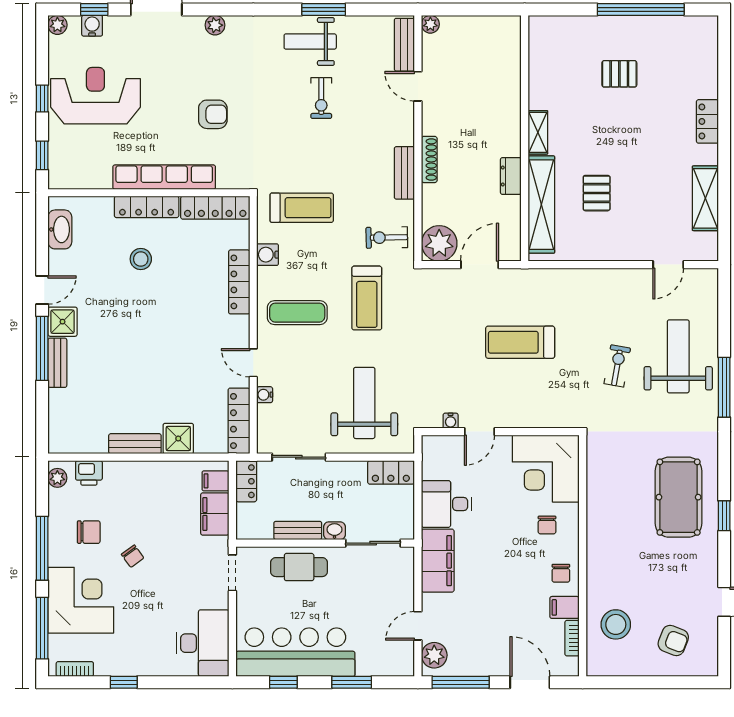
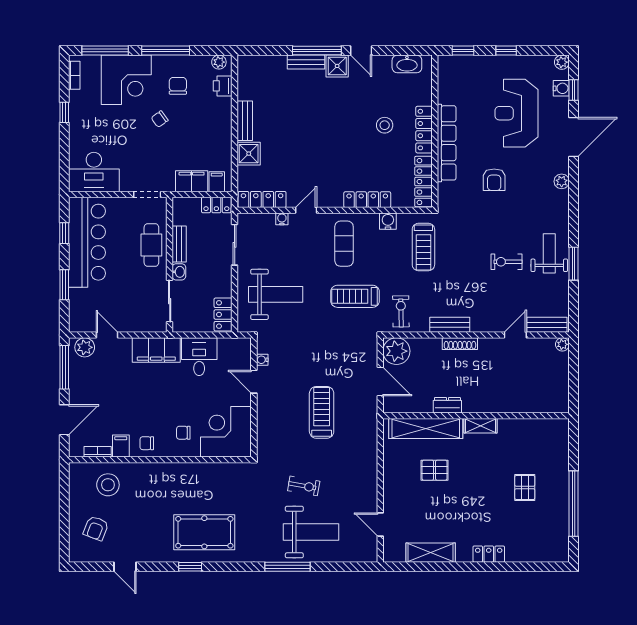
reception desk: (95, 96) -> (516, 113), moved, turned 180
chair: (89, 532) -> (178, 86), turned 180

